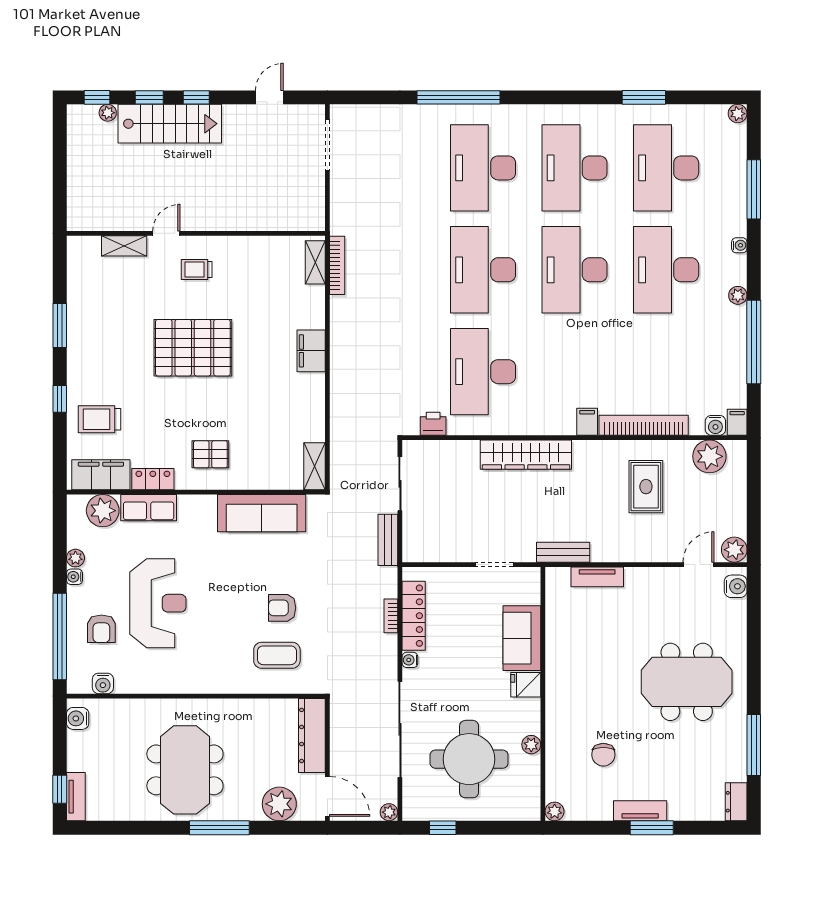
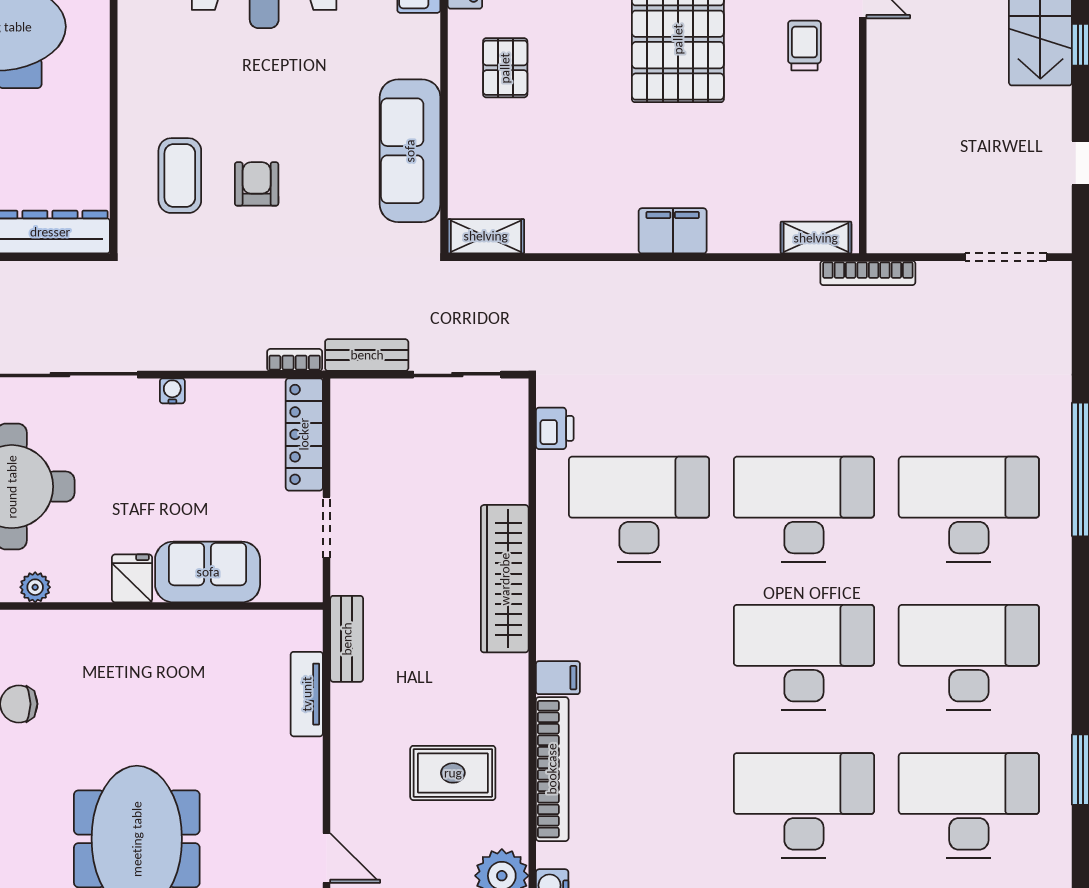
bookcase: (337, 265) -> (868, 273), moved
bookcase: (391, 616) -> (295, 360), moved
locker: (414, 616) -> (304, 434), moved, turned 90

